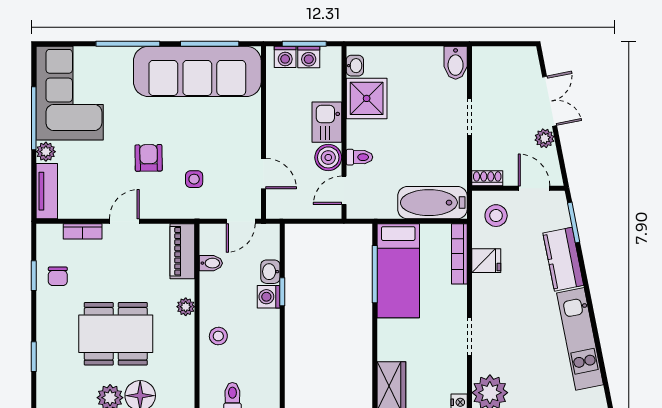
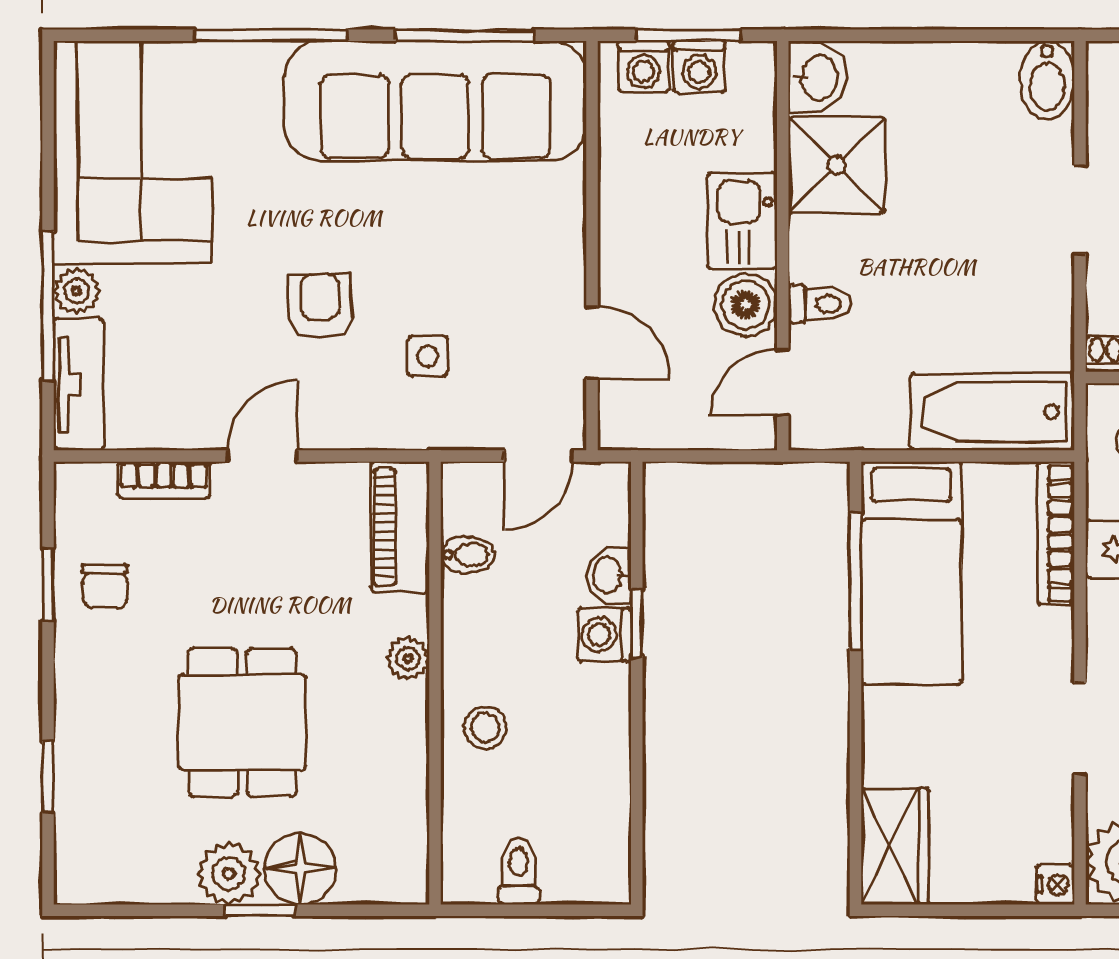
washbasin: (355, 66) -> (818, 78), width x1.38, depth x1.45
window: (34, 118) -> (48, 306), moved
dining table: (116, 334) -> (242, 722), width x0.73

